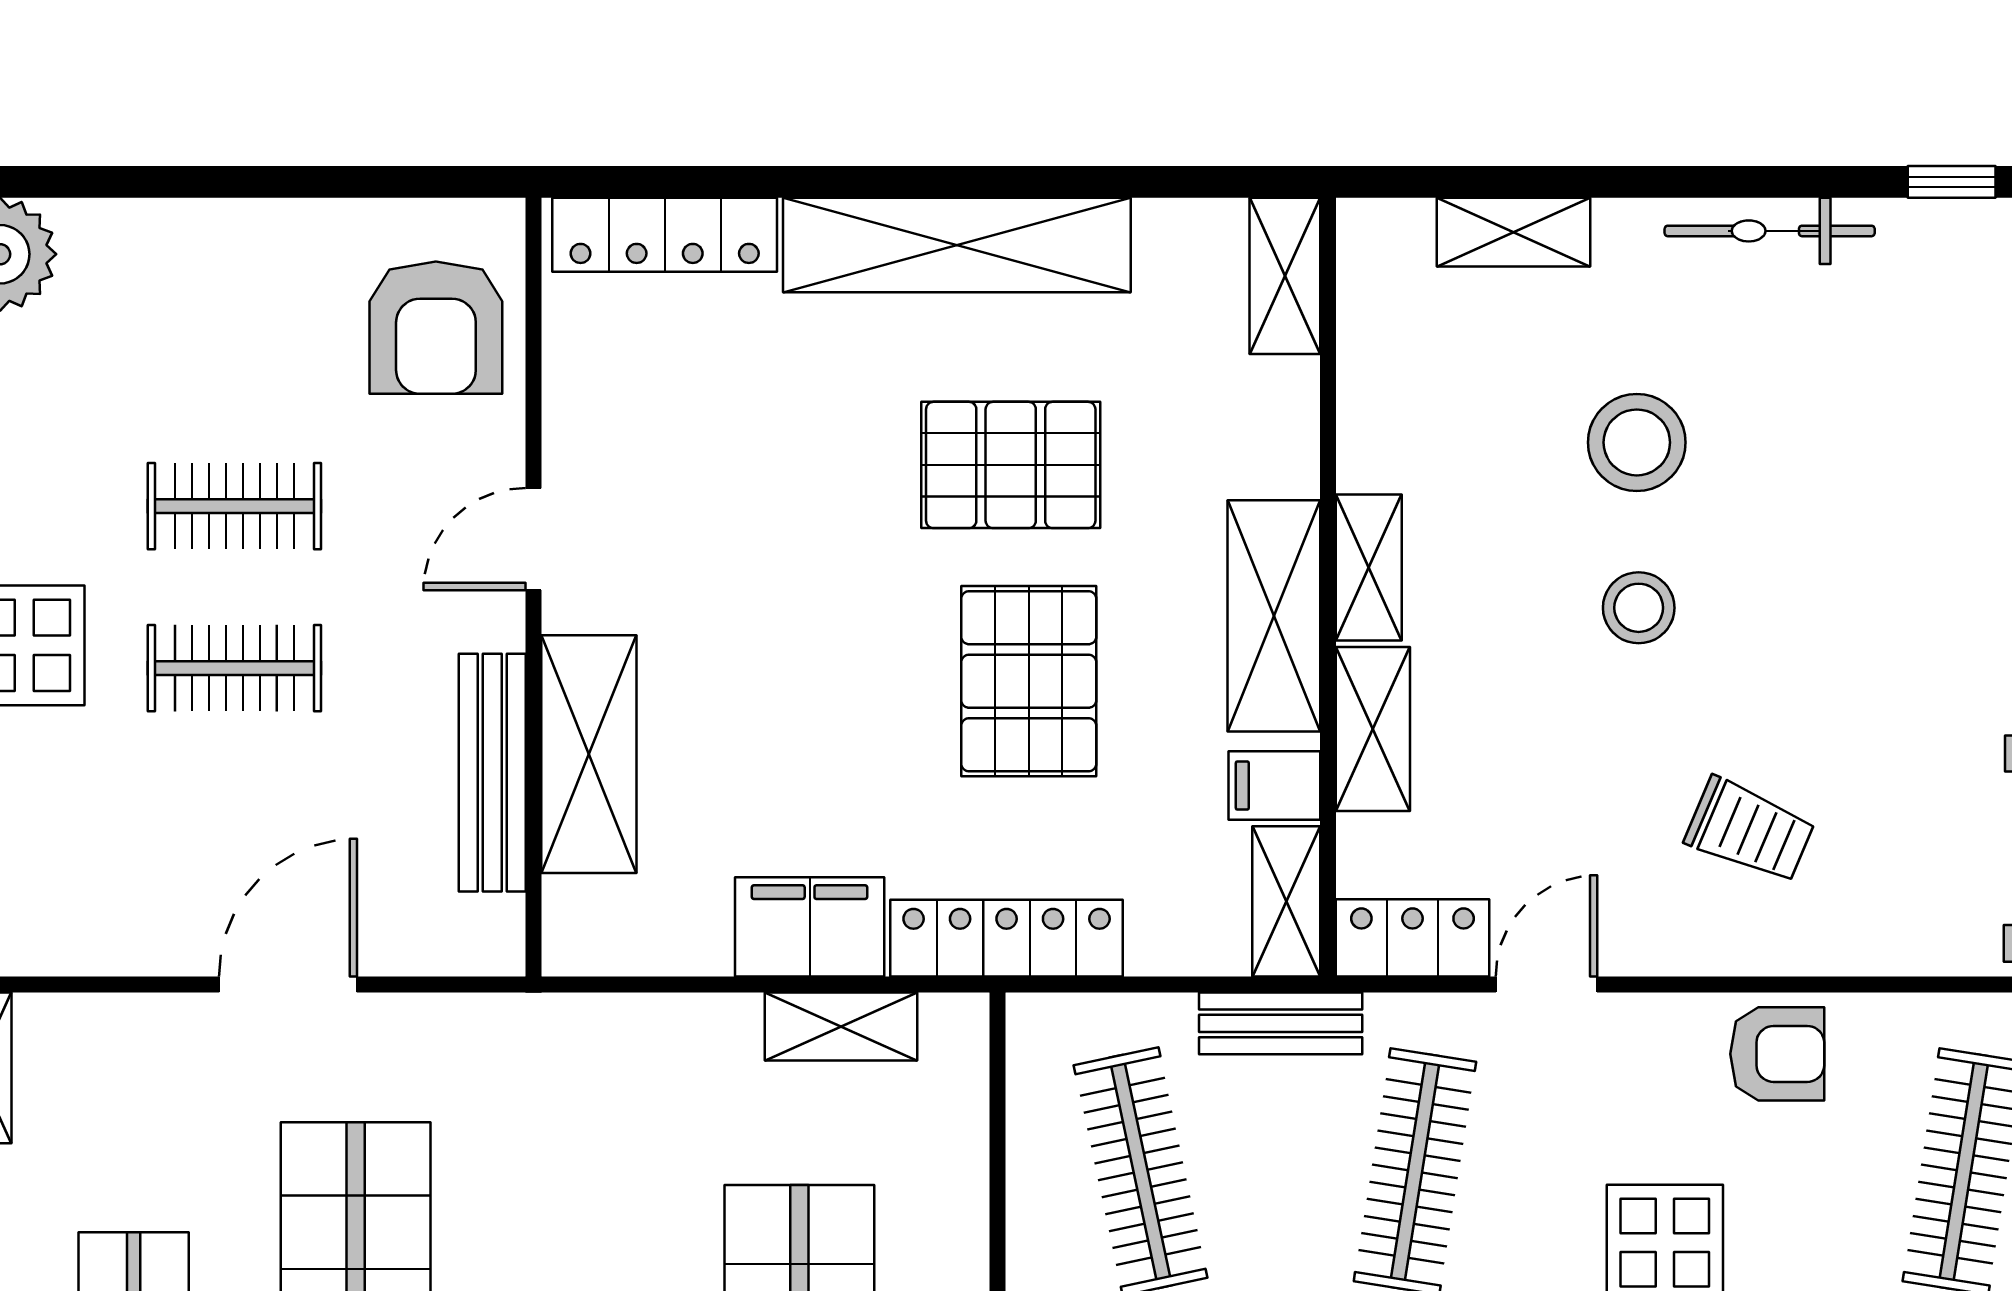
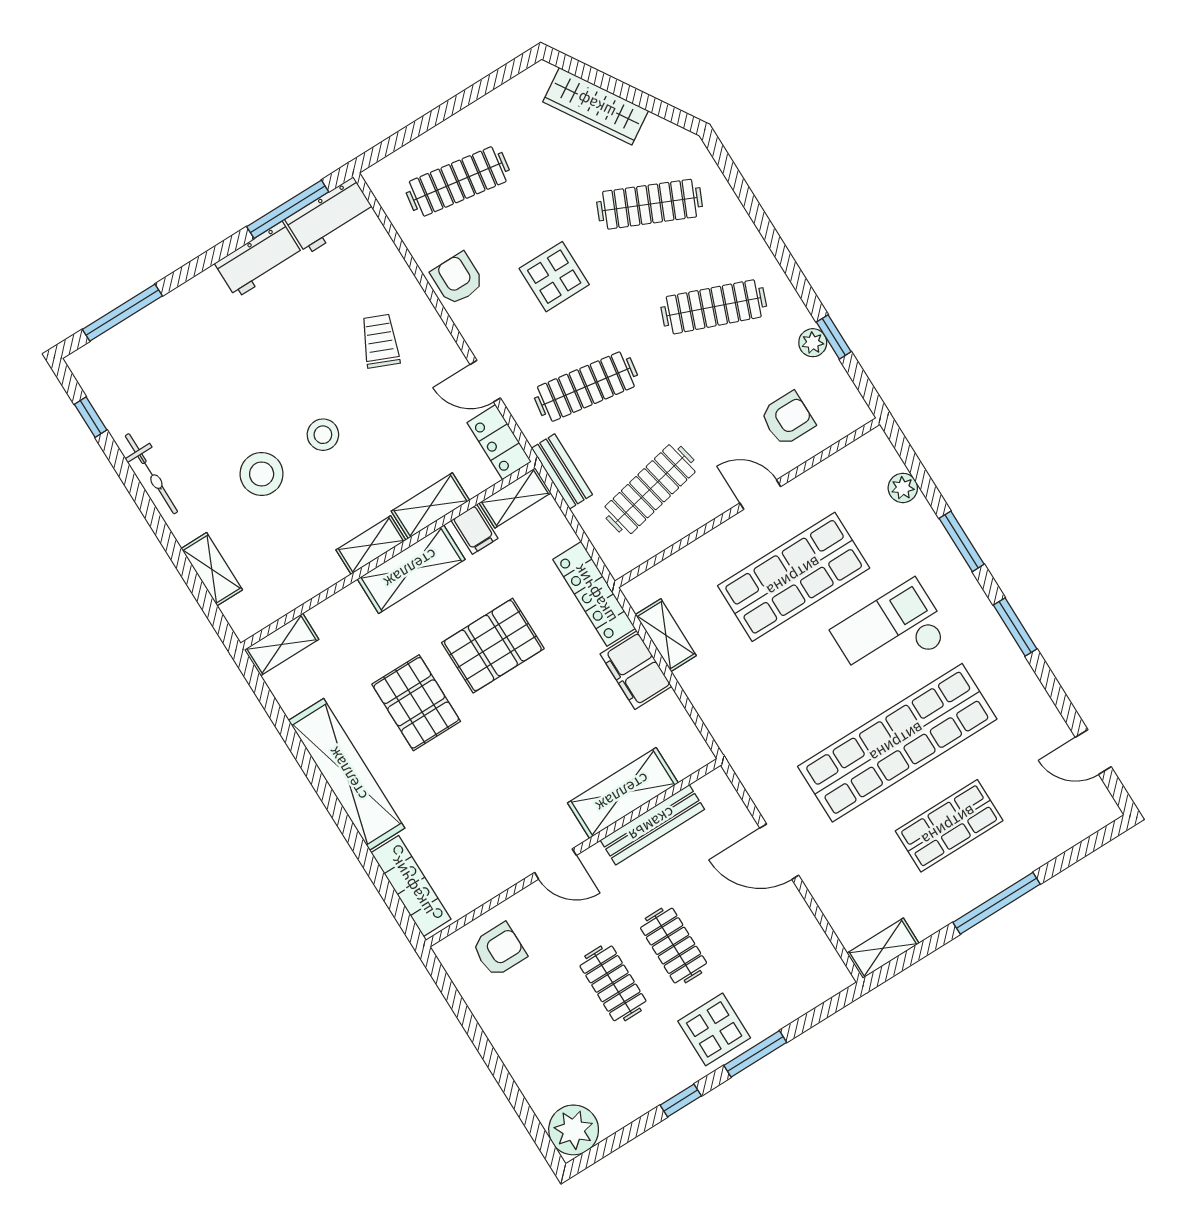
armchair: (436, 328) -> (499, 950), width x0.72, depth x0.72

